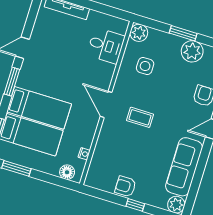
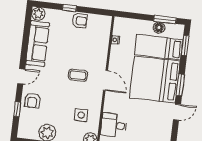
bed: (39, 108) -> (155, 79), width x2.04
floor lamp: (67, 172) -> (159, 28), moved

